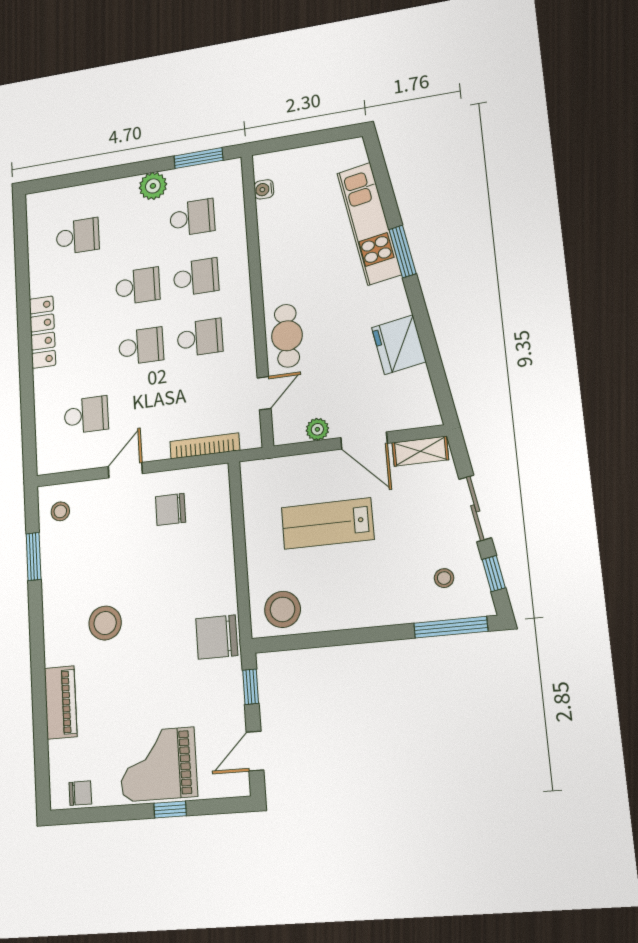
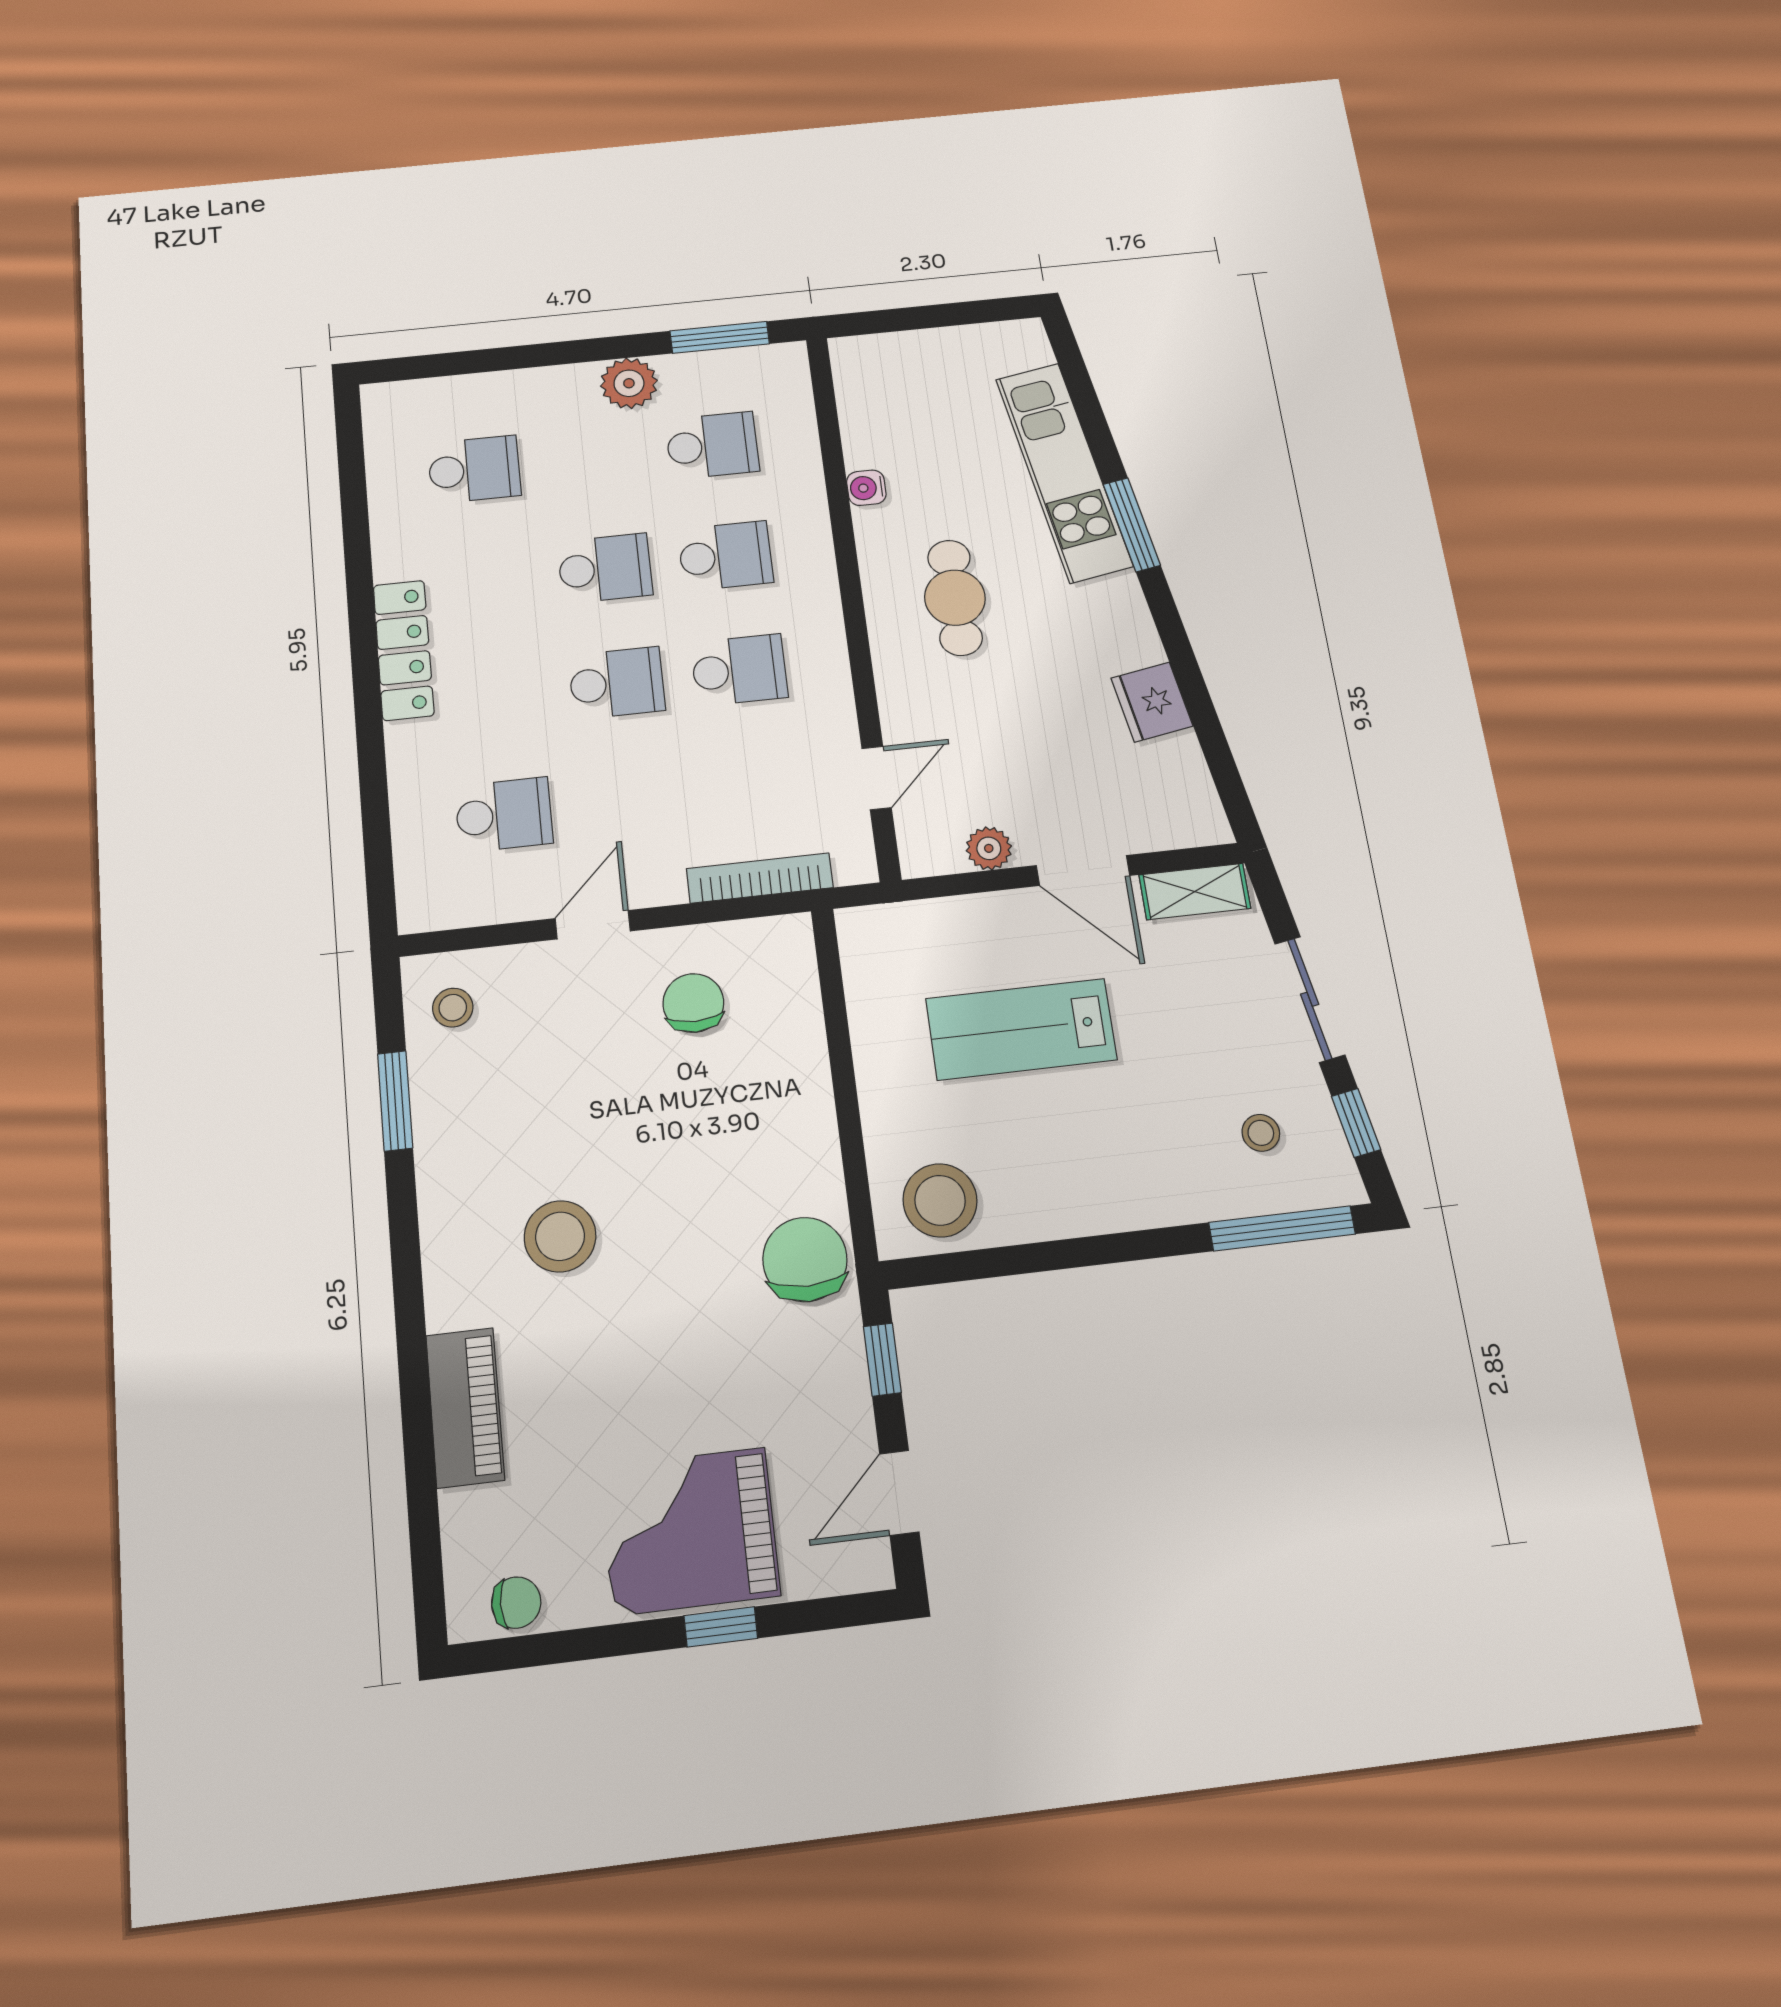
water cooler: (264, 189) -> (866, 488), moved
cafe table: (287, 336) -> (955, 598), moved
fridge: (399, 345) -> (1152, 702), width x0.73, depth x0.75
chair: (171, 509) -> (693, 1003), turned 90
chair: (217, 637) -> (805, 1259), turned 90

